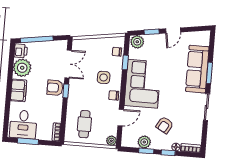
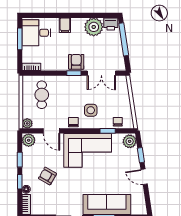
filing cabinet: (19, 90) -> (65, 25), width x0.50
cafe table: (84, 124) -> (42, 95), turned 90
plant: (144, 142) -> (29, 140), moved

